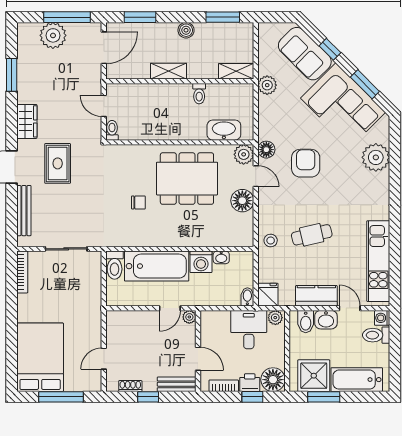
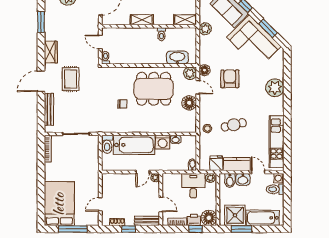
plant: (376, 157) -> (275, 88), moved
fridge: (268, 295) -> (216, 163), moved

